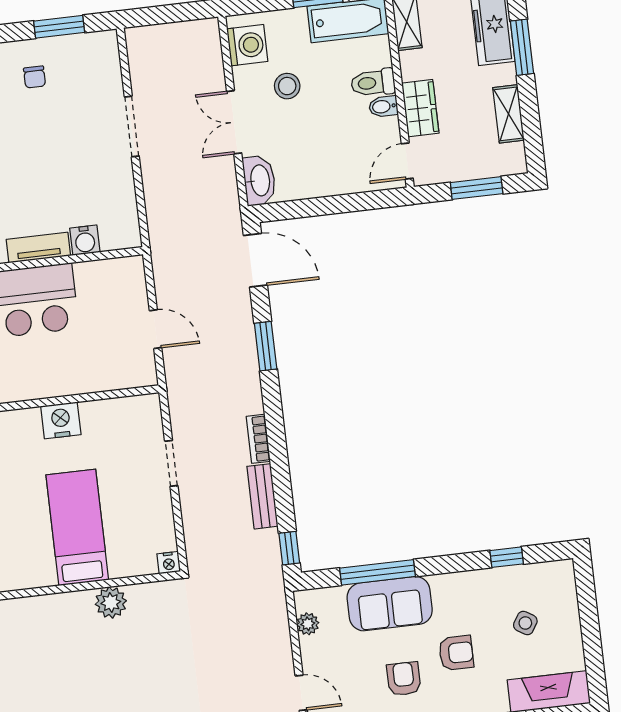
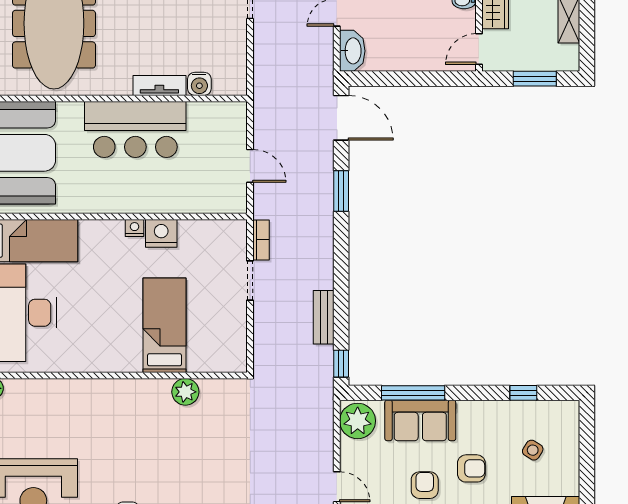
bookcase: (258, 439) -> (261, 240), moved, turned 180
nightstand: (169, 563) -> (135, 228), moved, turned 180
plant: (308, 624) -> (358, 421), width x1.87, depth x1.87

